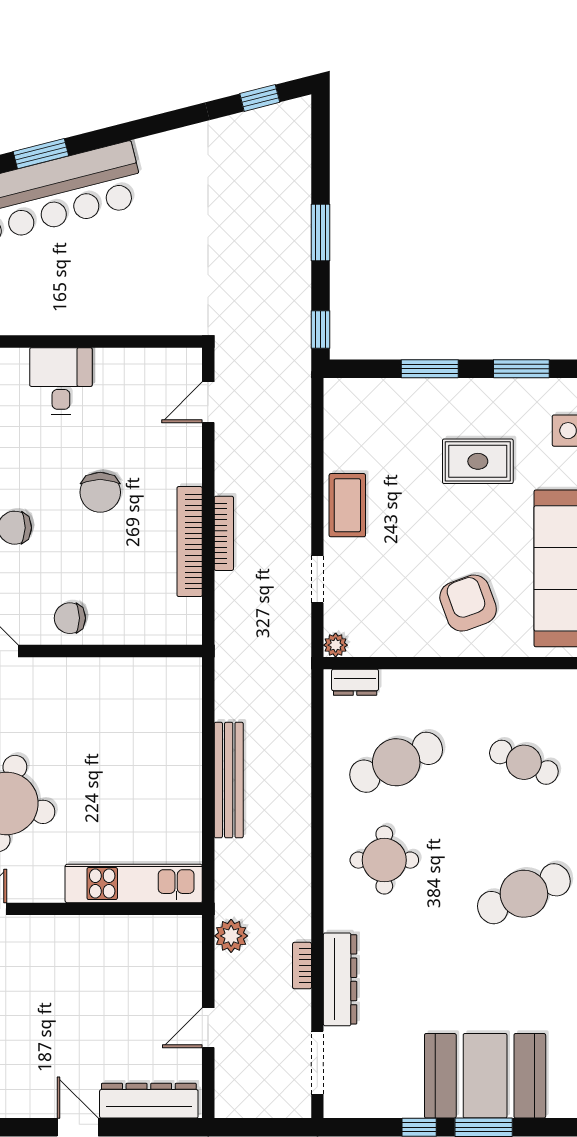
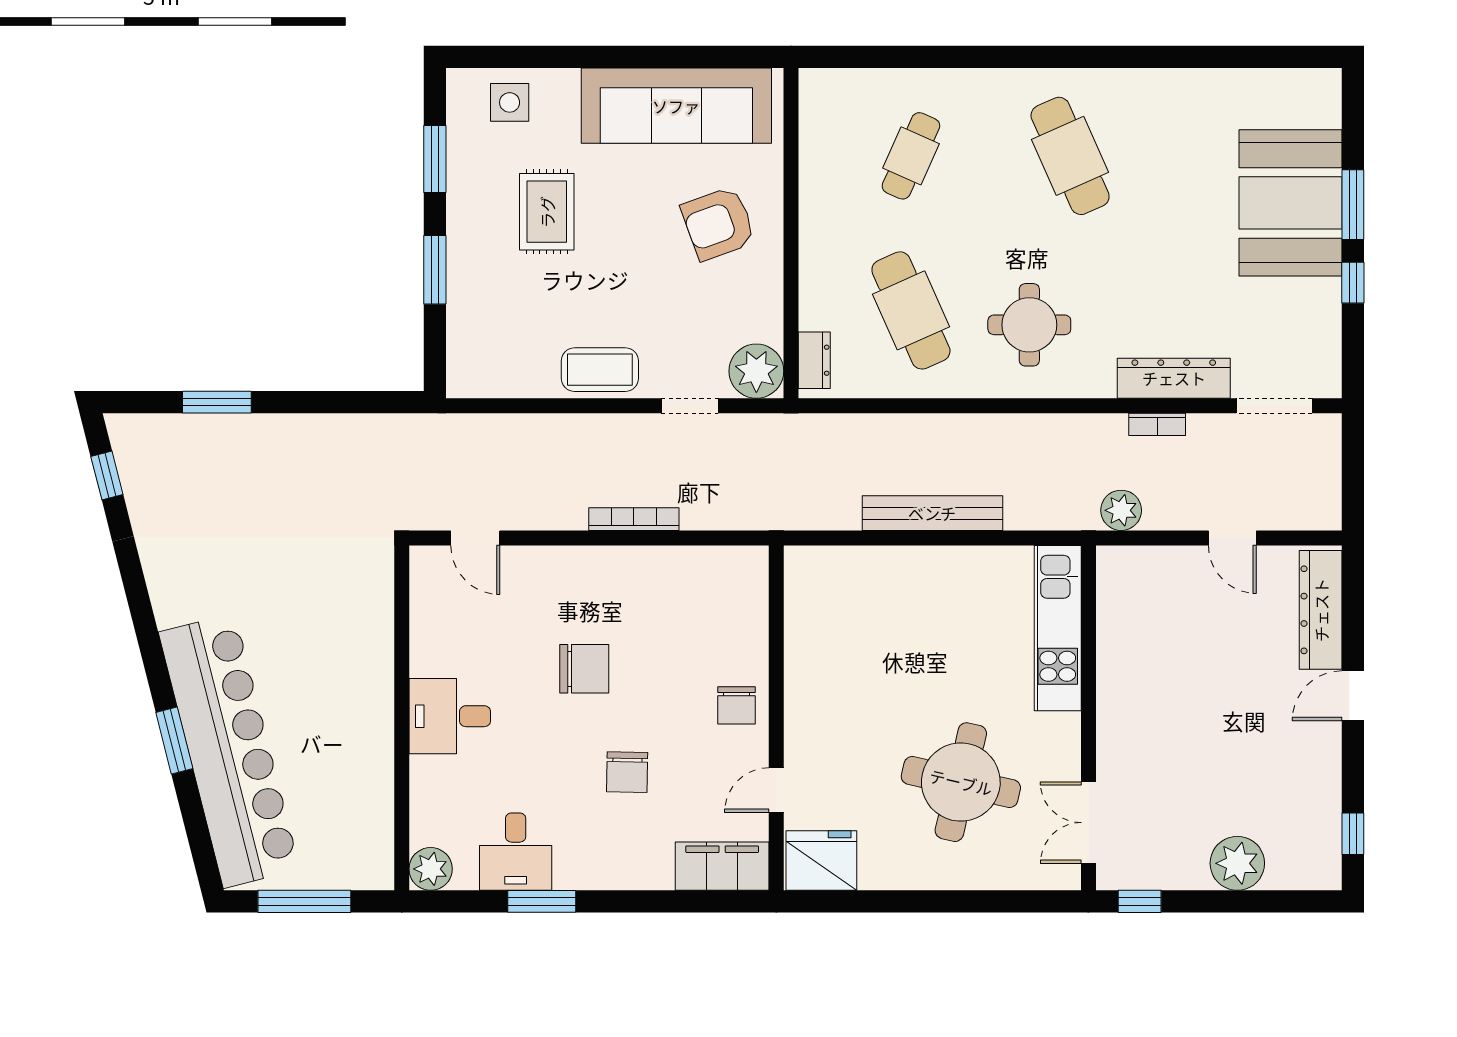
window: (320, 233) -> (217, 402), moved
window: (320, 329) -> (387, 402), removed
bookcase: (190, 542) -> (644, 560), removed
plant: (336, 645) -> (756, 371), width x1.88, depth x1.88

